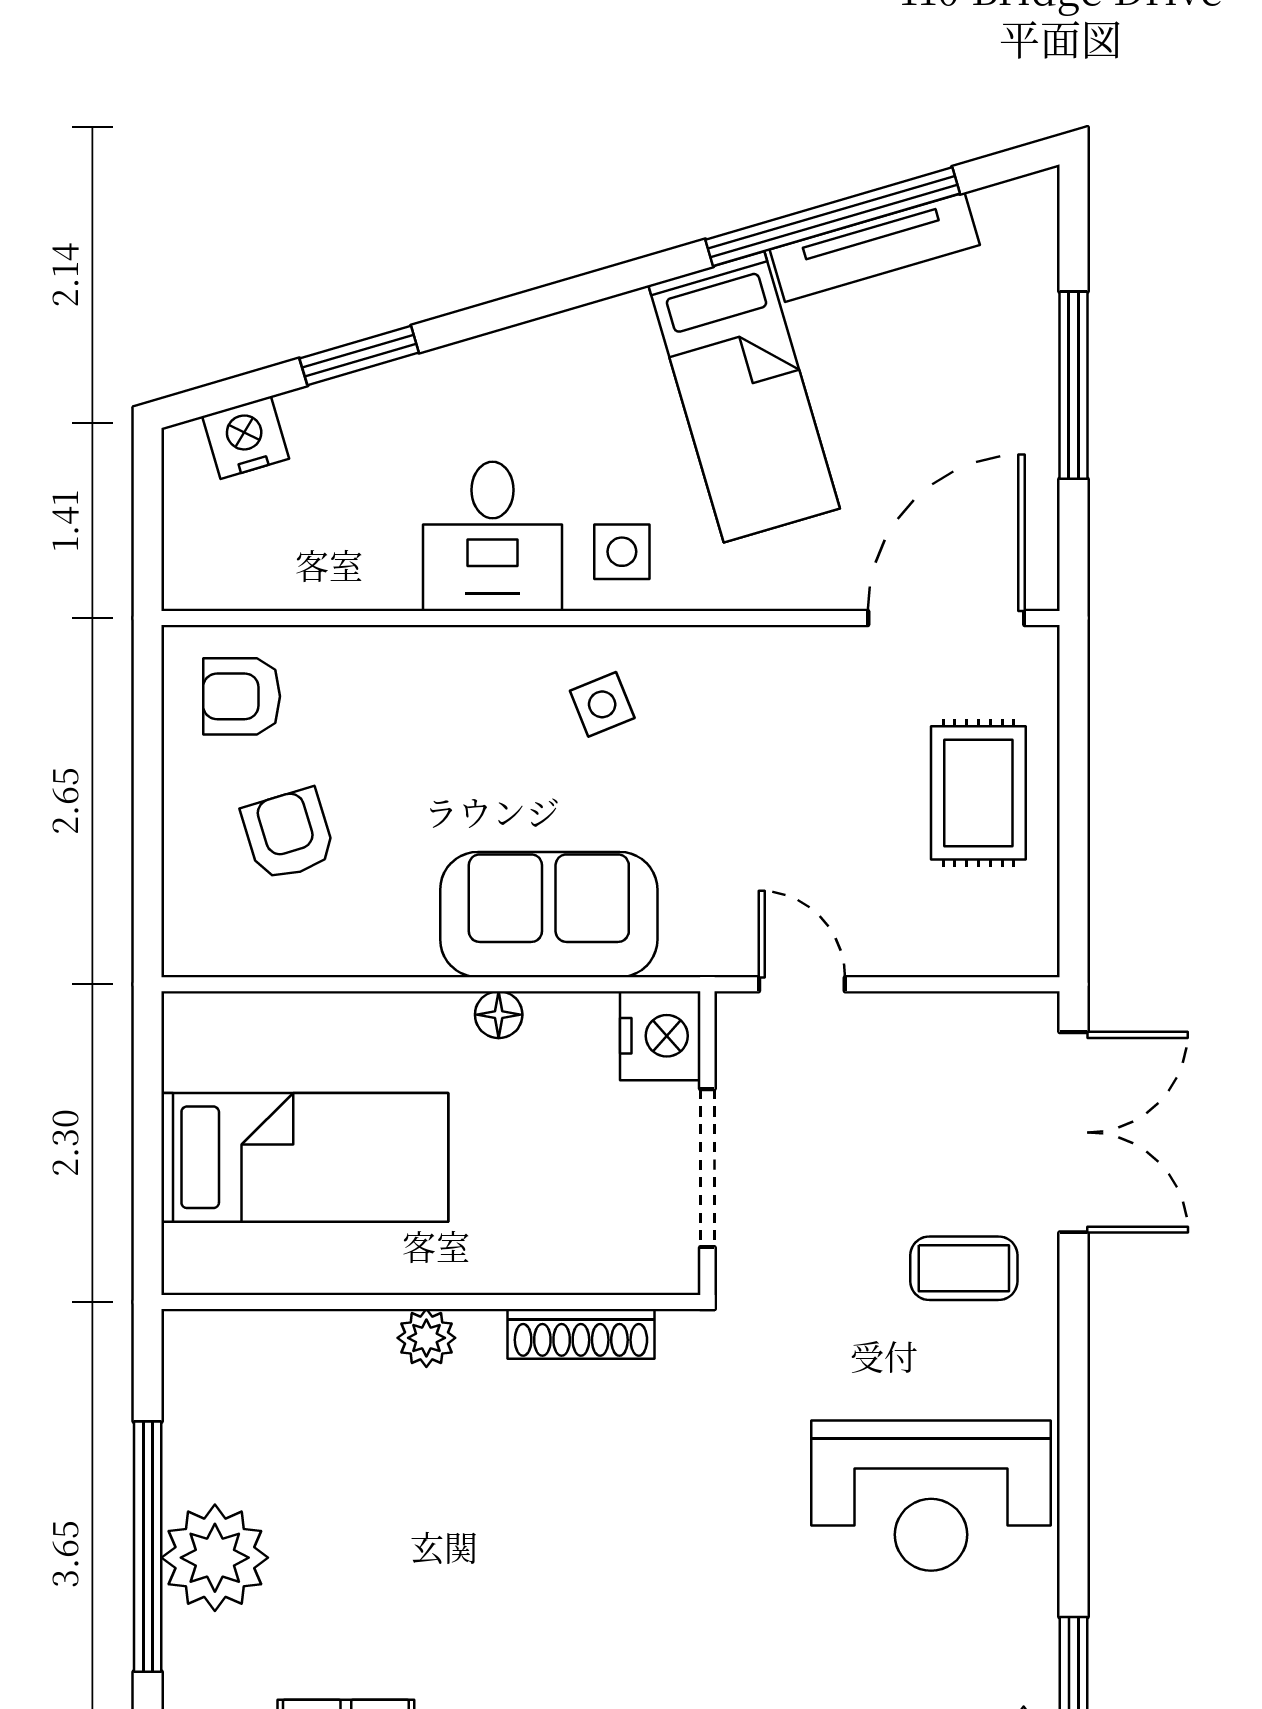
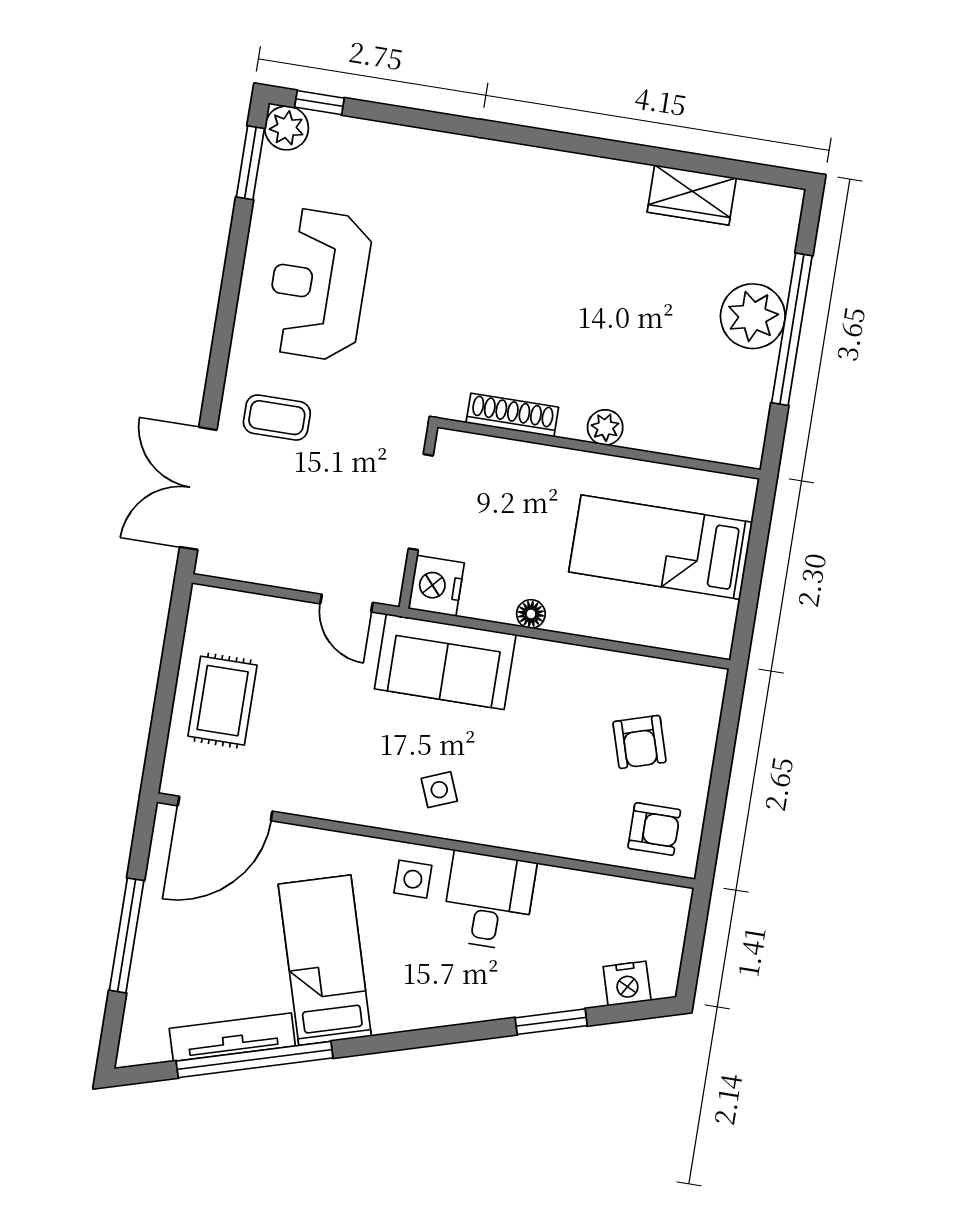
sofa: (549, 915) -> (445, 662), moved
reception desk: (931, 1496) -> (318, 285), turned -90

